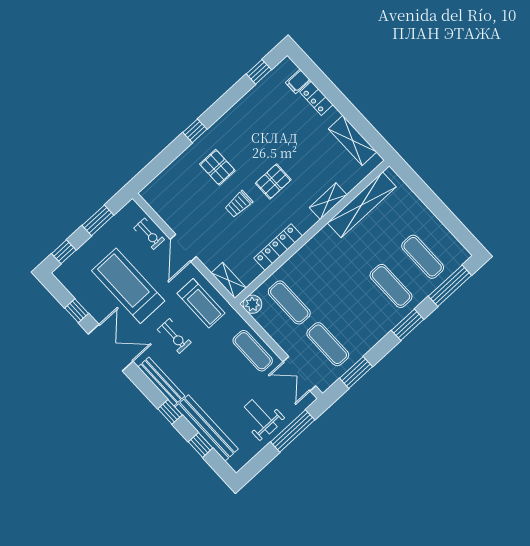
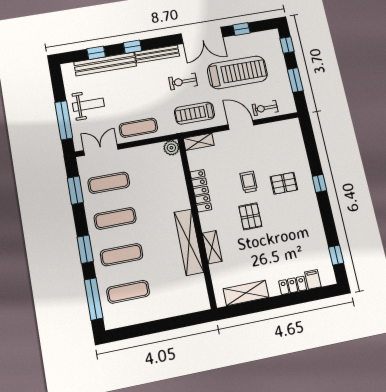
shelving: (362, 205) -> (189, 242), moved
exercise mat: (289, 302) -> (115, 218), moved

